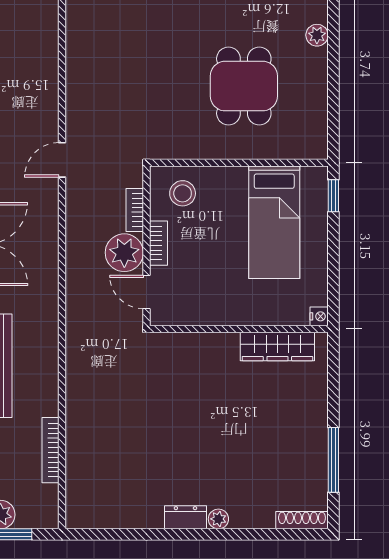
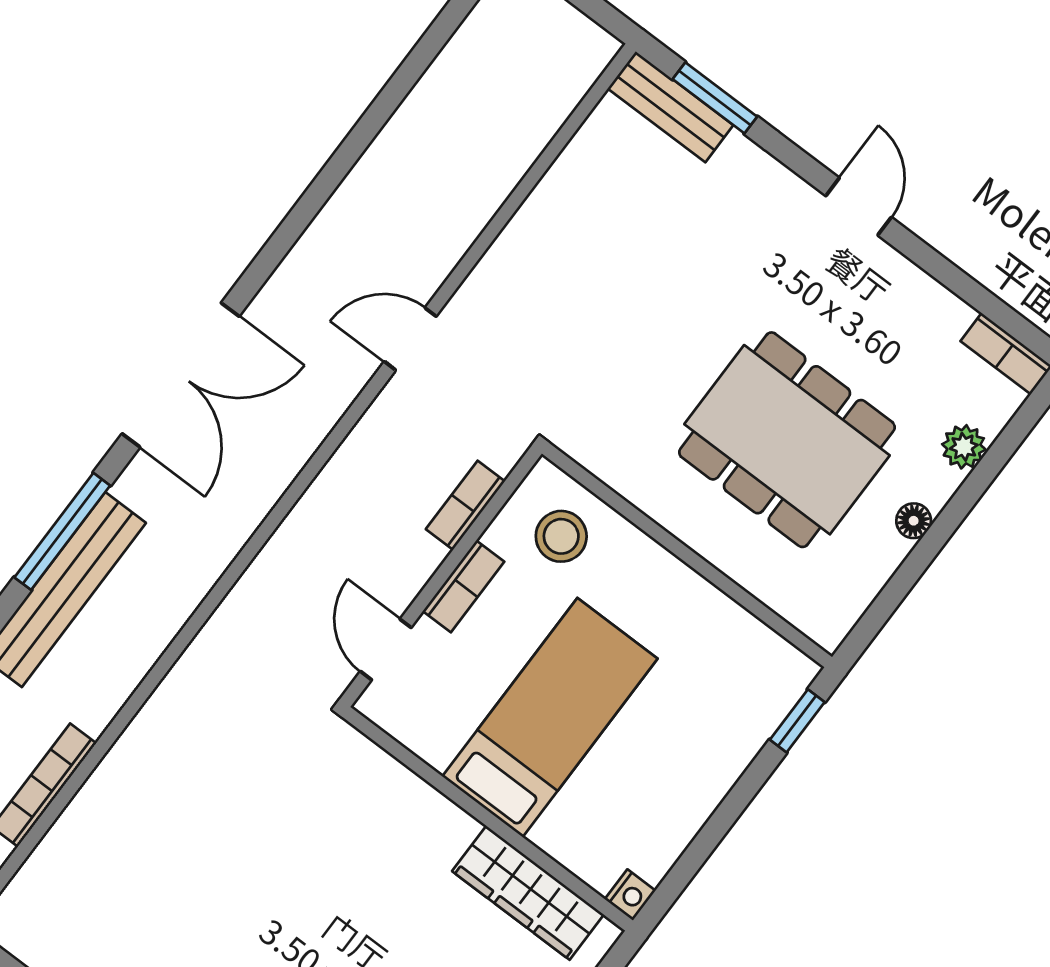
floor lamp: (319, 80) -> (914, 521), added
dining table: (244, 86) -> (787, 440), width x1.38
bed: (274, 222) -> (550, 717), moved, turned 180
plant: (124, 253) -> (398, 561), removed

